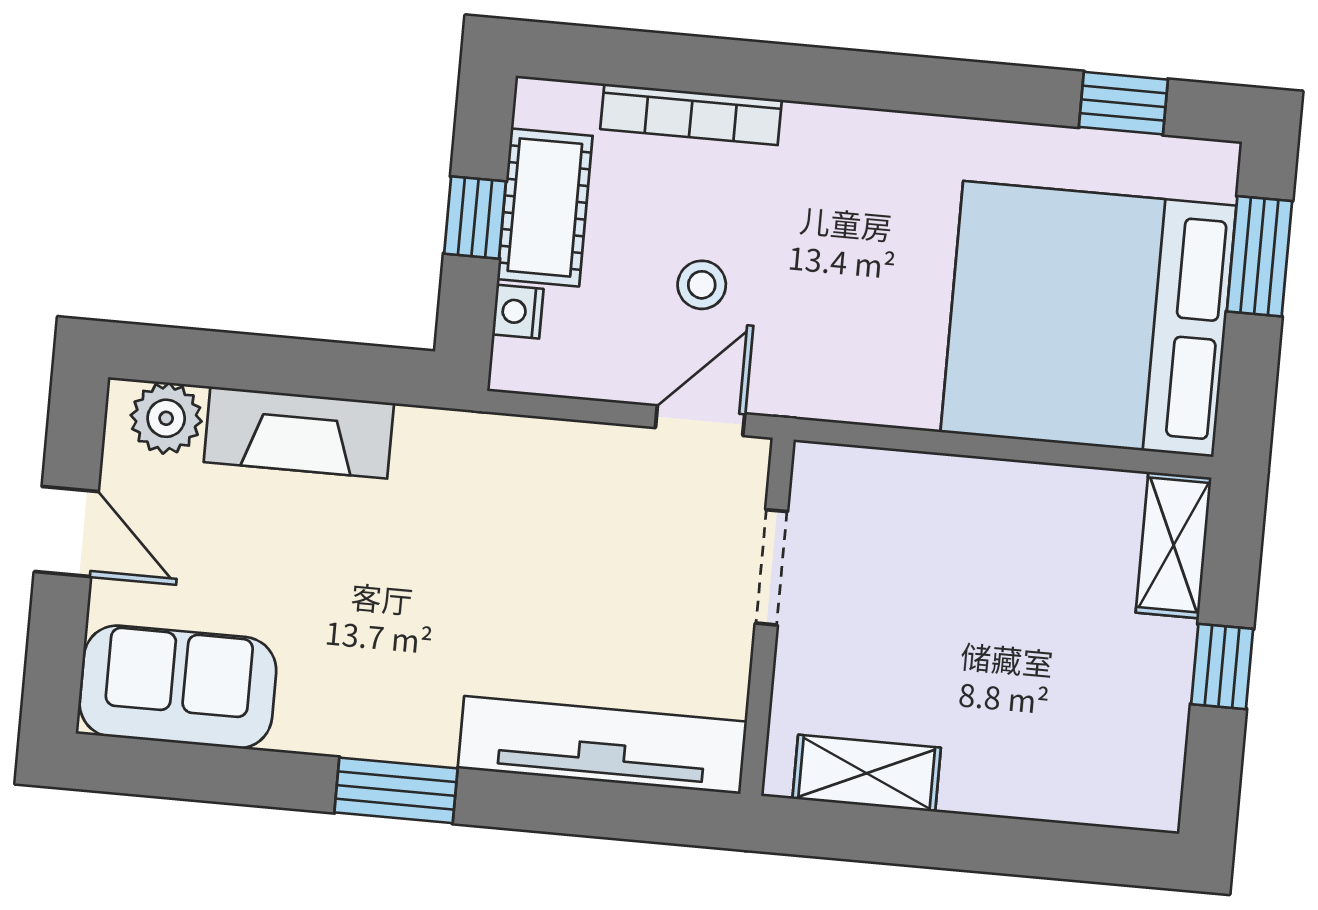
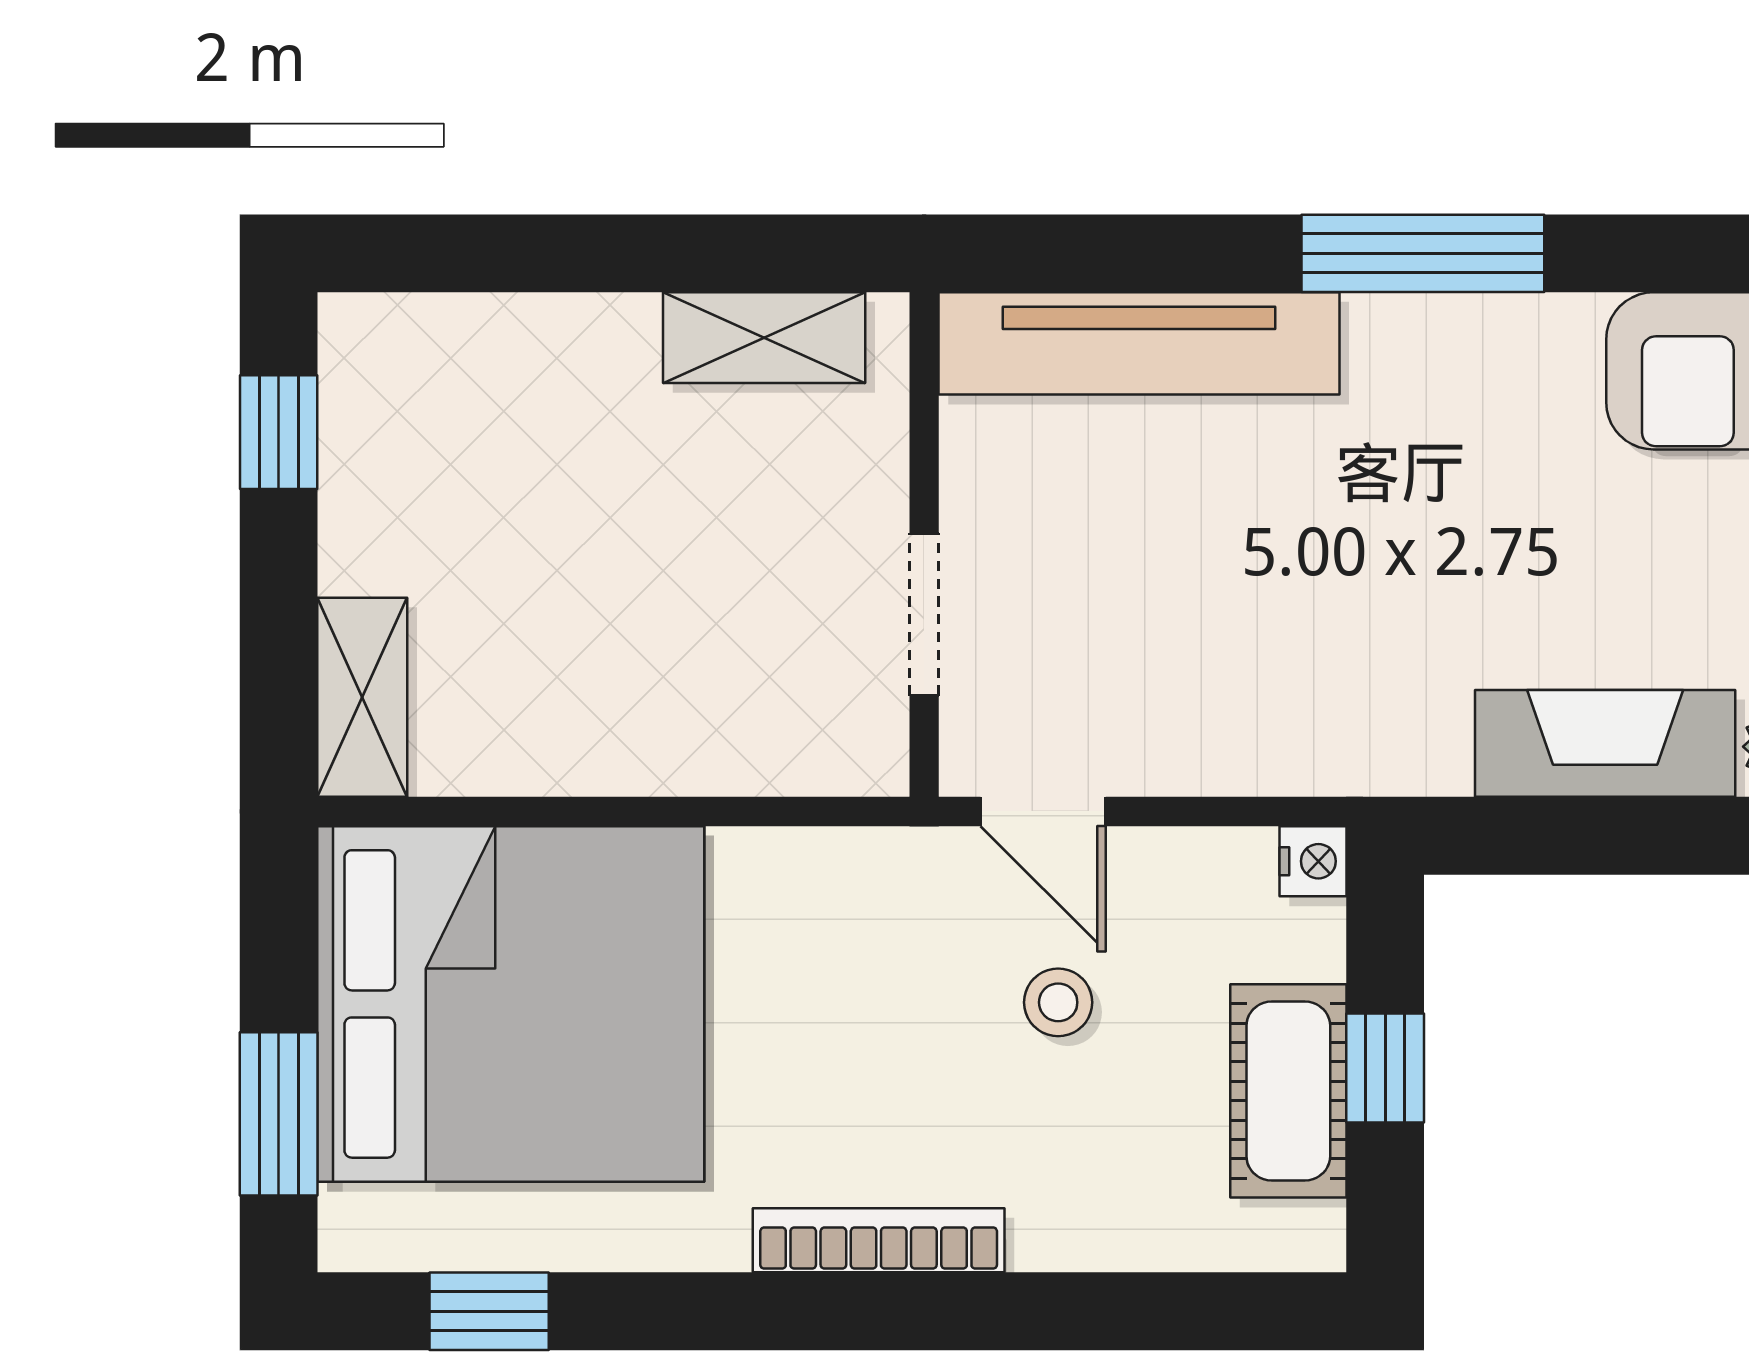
bookcase: (691, 114) -> (879, 1240), moved
nightstand: (518, 312) -> (1313, 861), moved
door: (700, 421) -> (1043, 811), hinge flipped
window: (1222, 667) -> (279, 432), moved
window: (396, 790) -> (1423, 253), width x1.44

